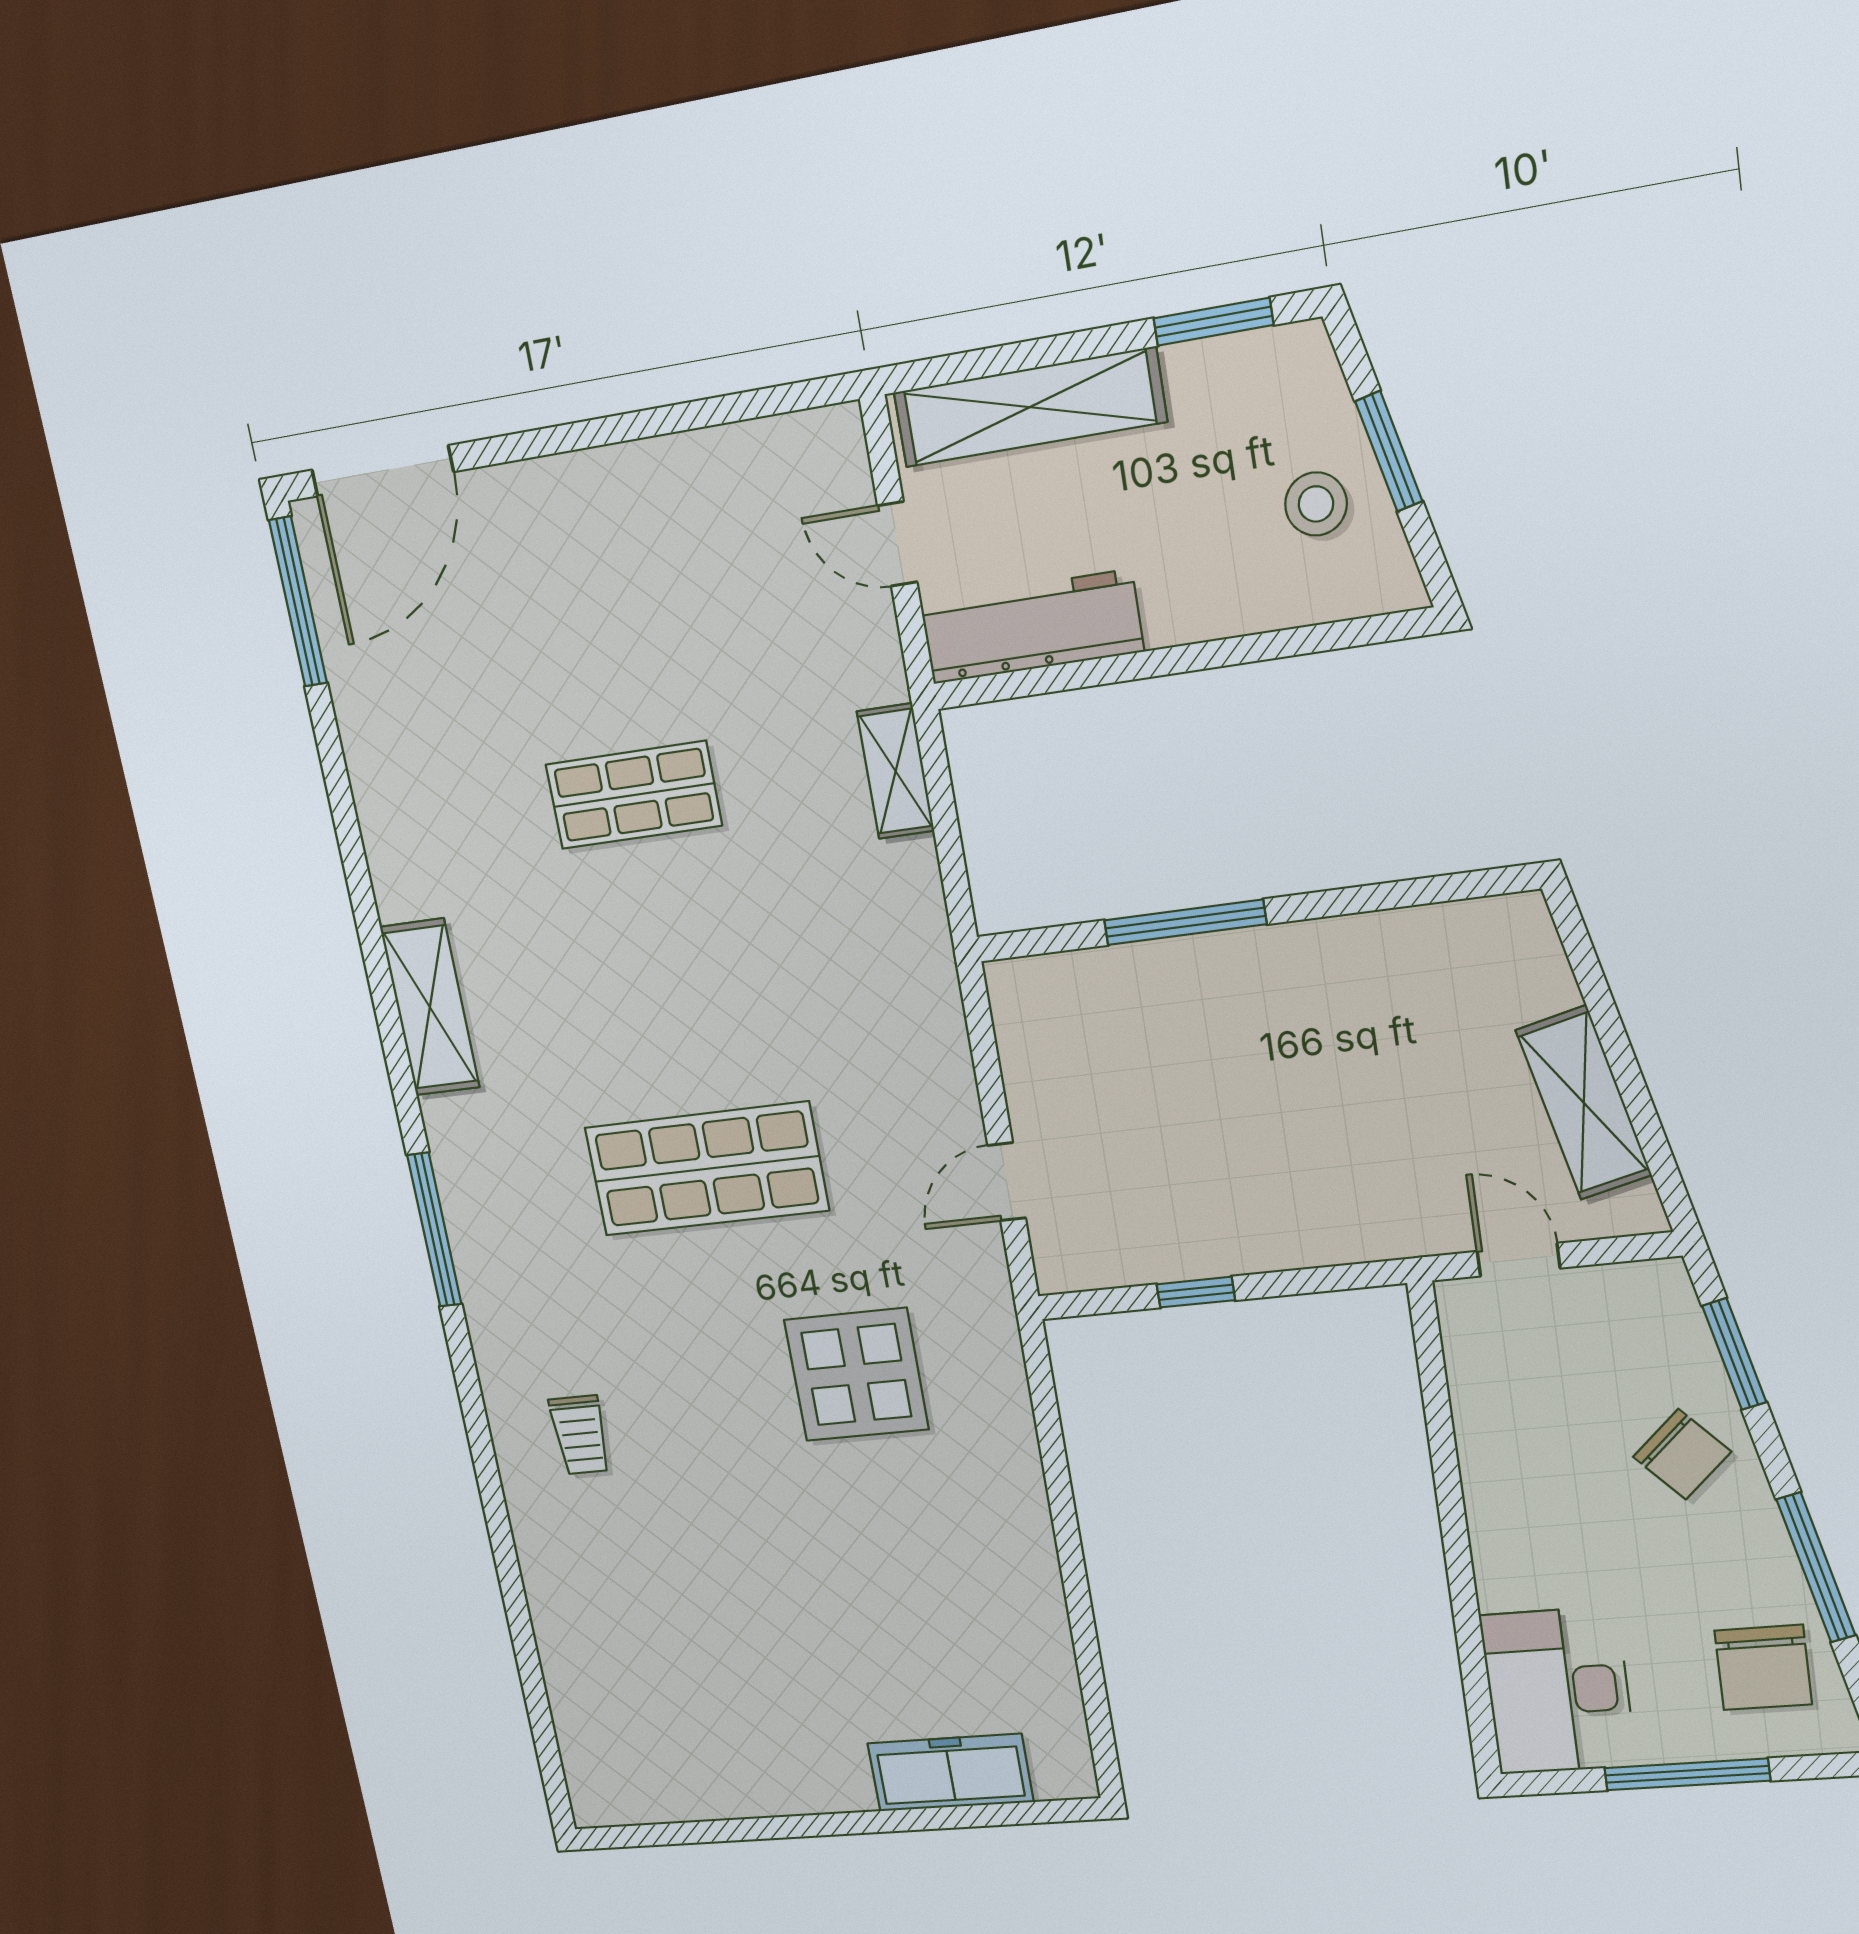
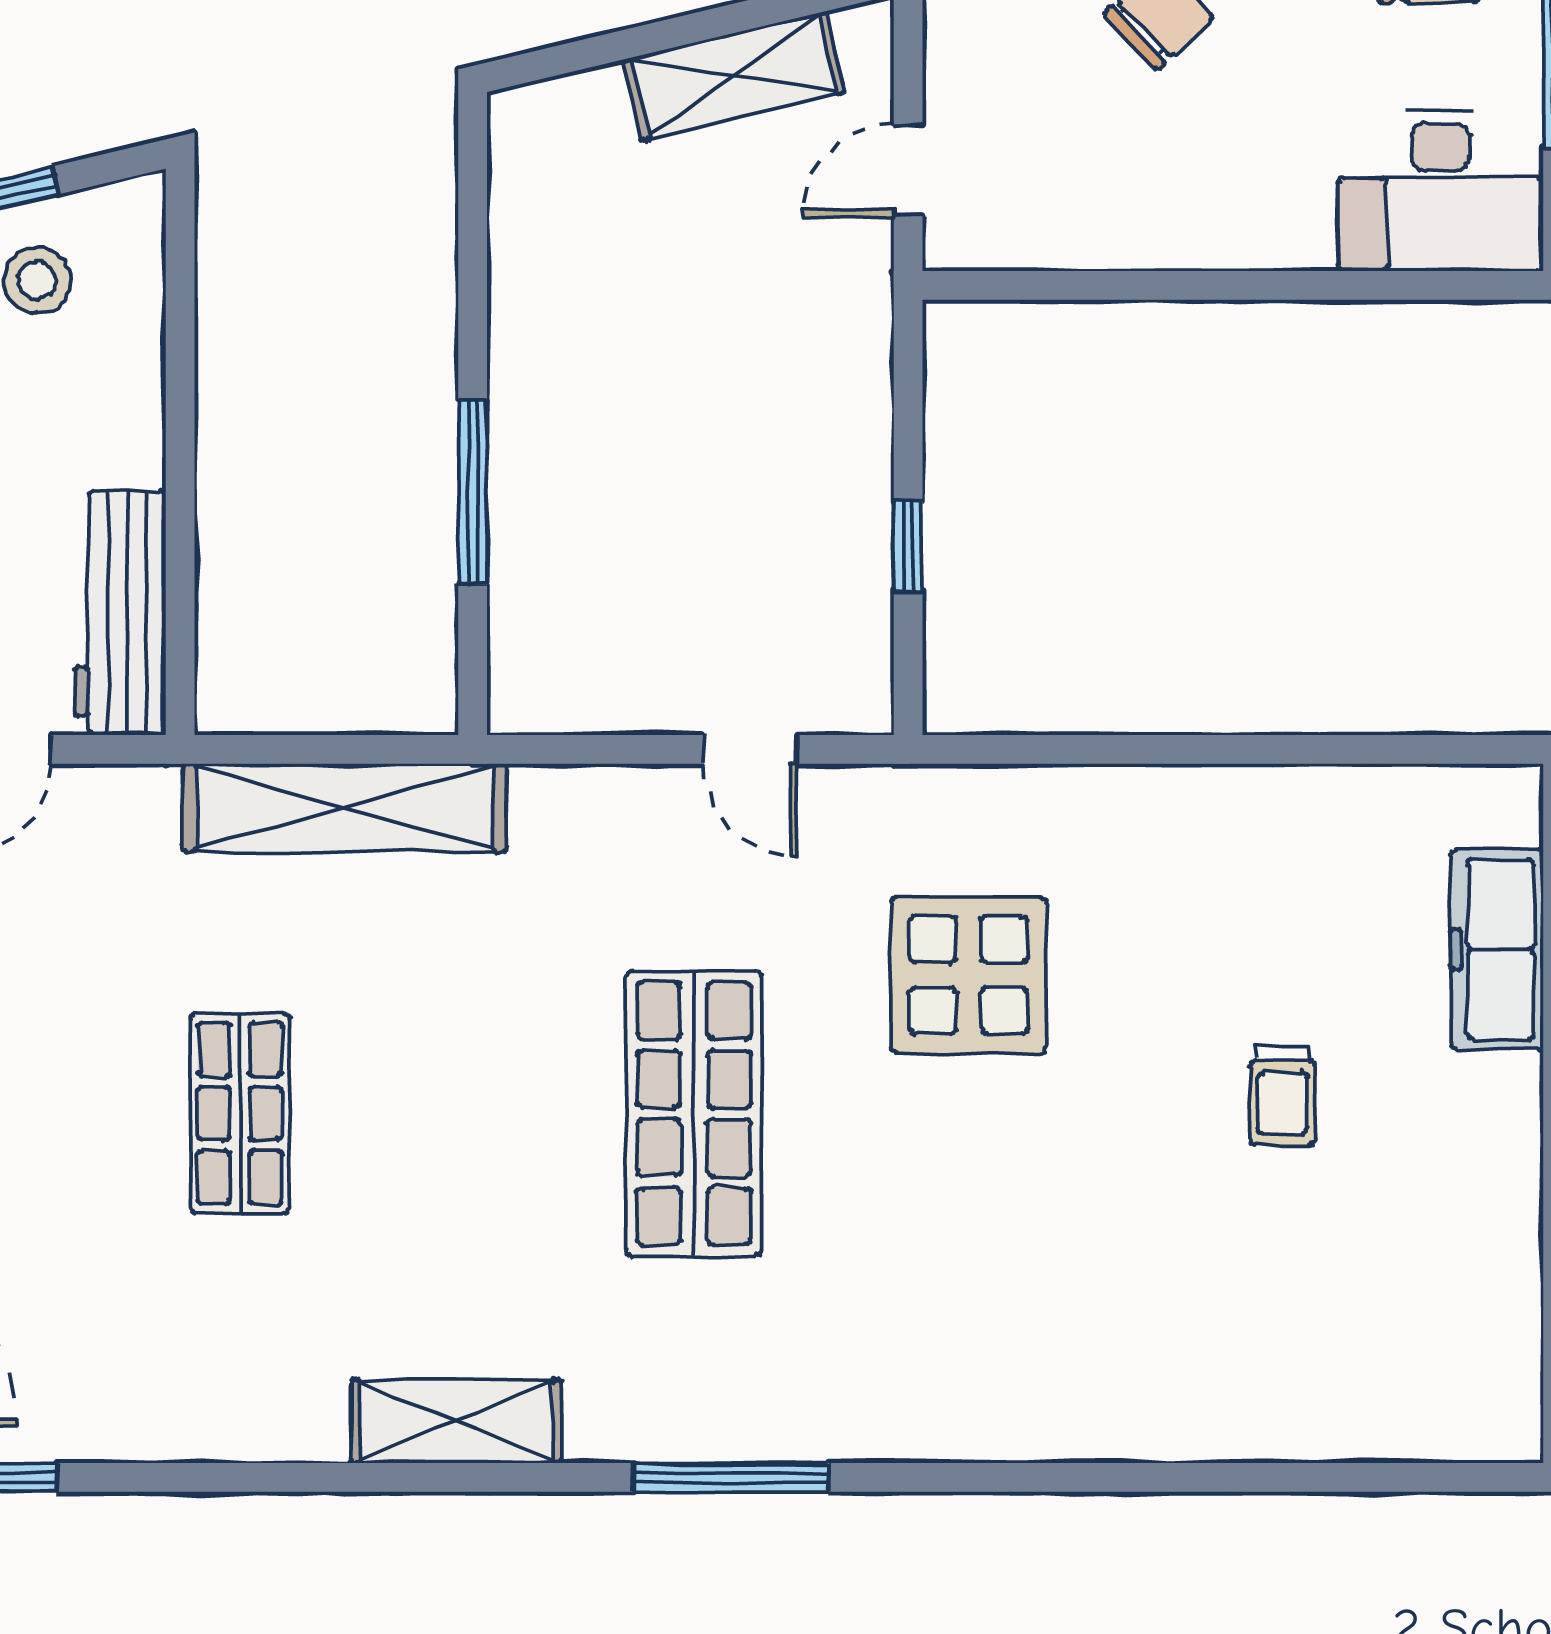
shelving: (896, 771) -> (345, 808), width x2.20, depth x1.33
trolley: (580, 1435) -> (1282, 1096), moved, turned 90

